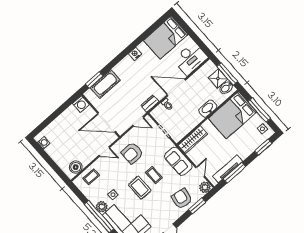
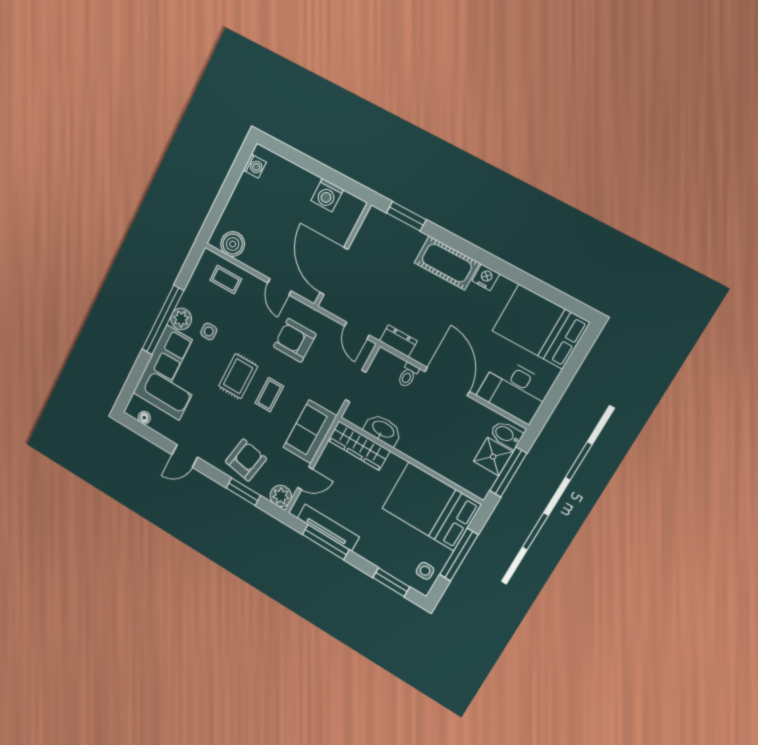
cot: (105, 84) -> (447, 263), moved
bidet: (226, 88) -> (506, 435), moved
washing machine: (81, 104) -> (327, 195), moved
washbasin: (208, 109) -> (383, 430), moved

